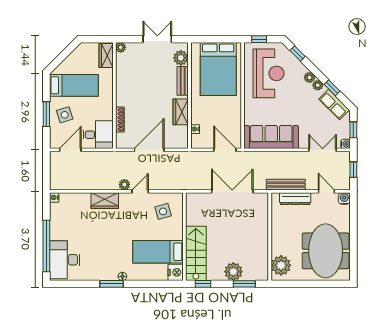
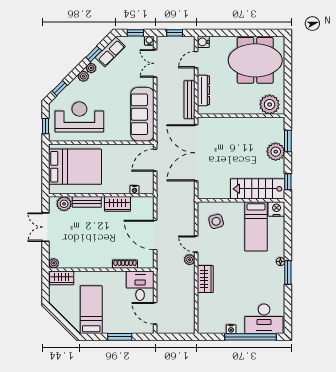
side table: (65, 115) -> (120, 319), removed
double door: (232, 191) -> (196, 153), width x1.36
nightstand: (54, 197) -> (231, 329), moved

